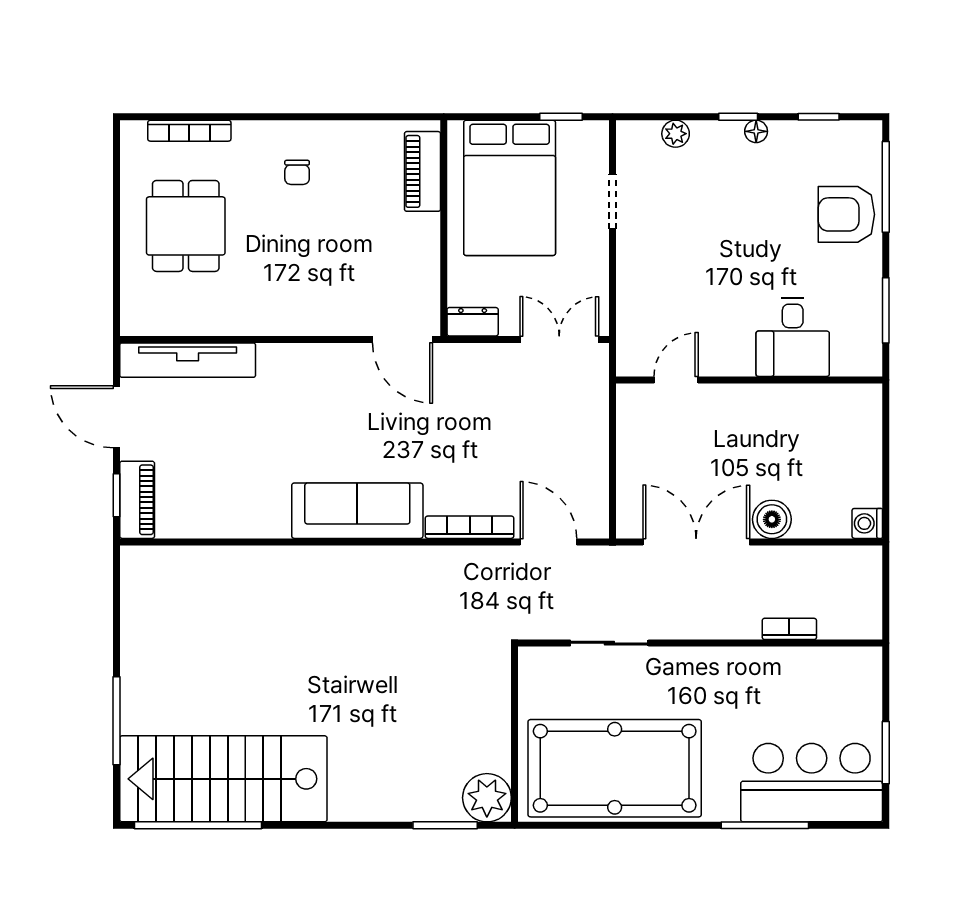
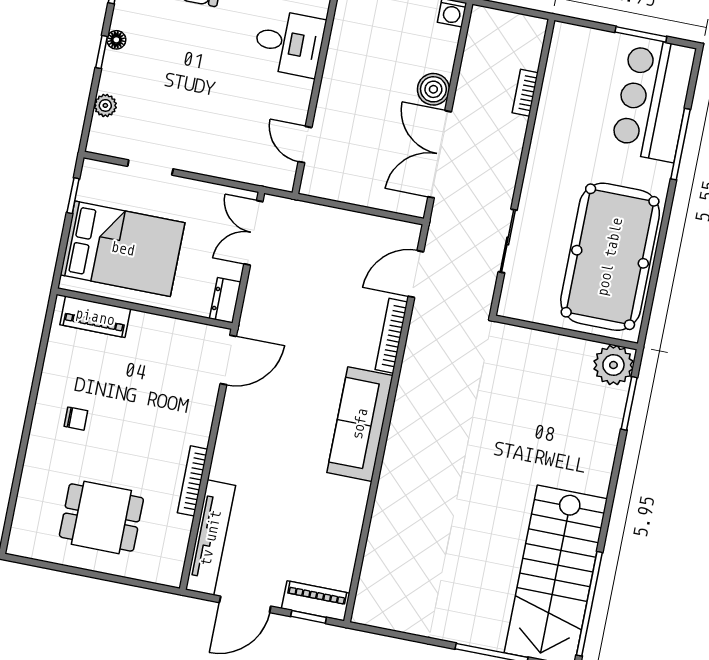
bookcase: (189, 131) -> (193, 481), moved, turned 180

